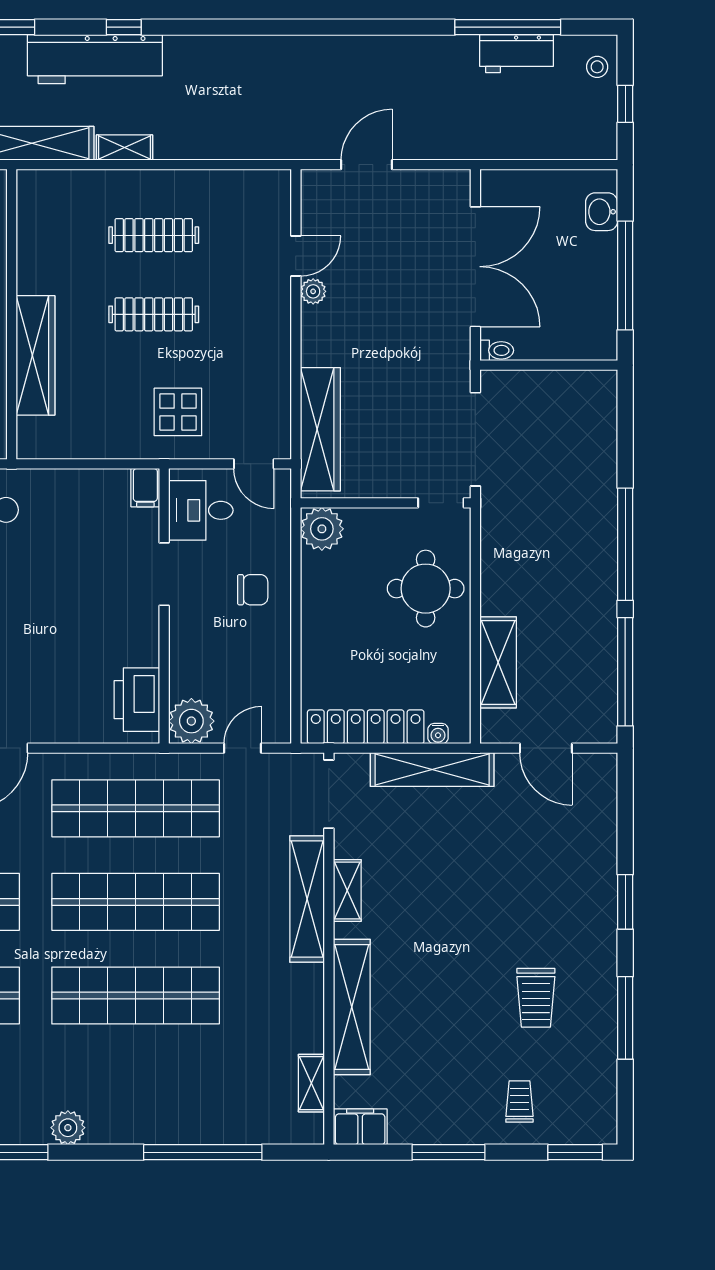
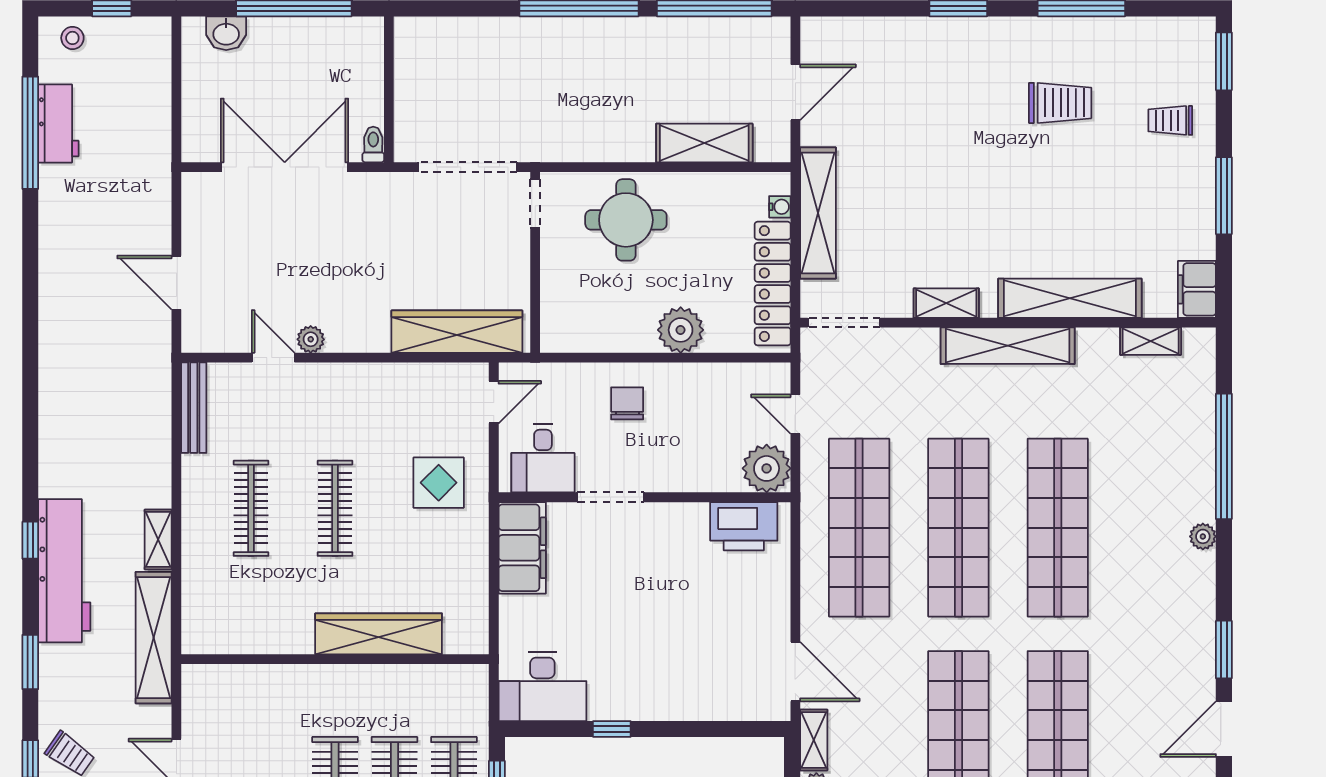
bench: (249, 181) -> (194, 408), added
filing cabinet: (145, 488) -> (522, 548), width x3.00, depth x1.17
plant: (322, 529) -> (681, 330), moved
shelving: (307, 899) -> (1008, 346), moved
plant: (68, 1128) -> (1203, 536), moved, width x0.73, depth x0.73

